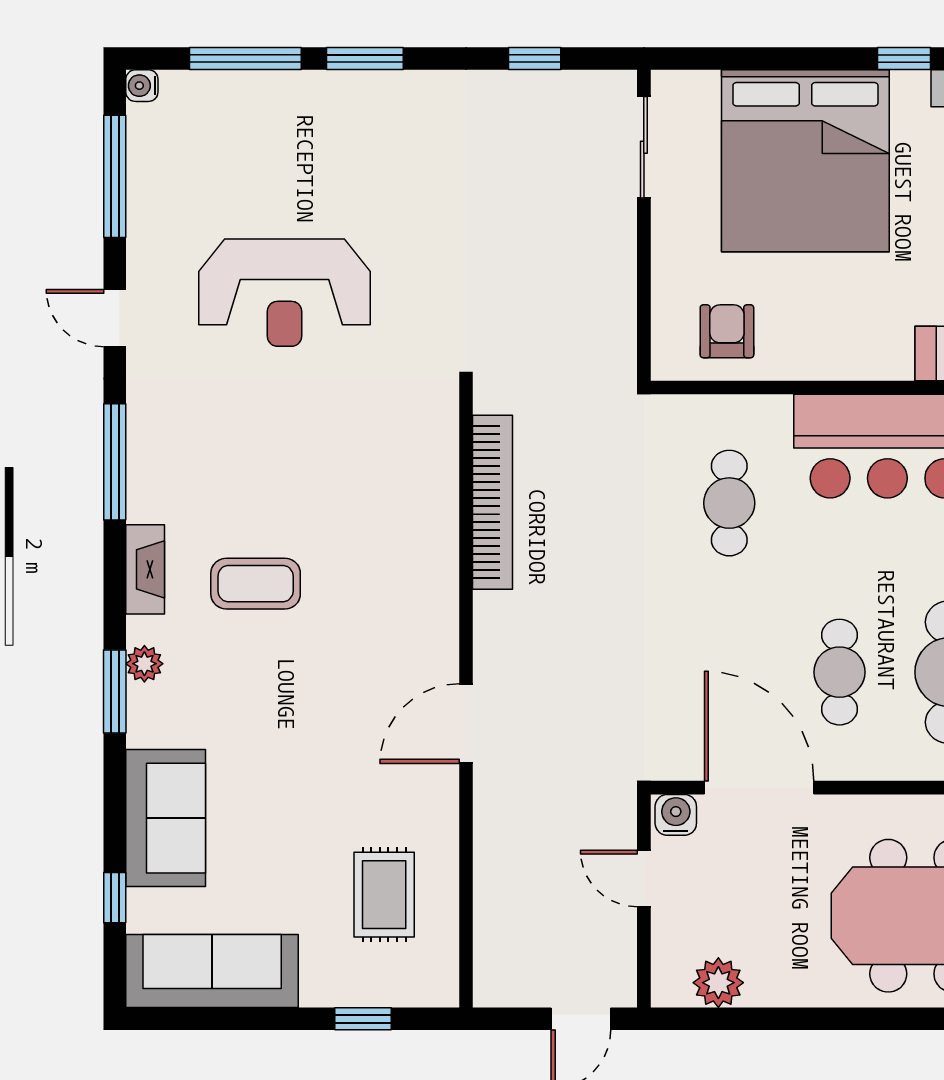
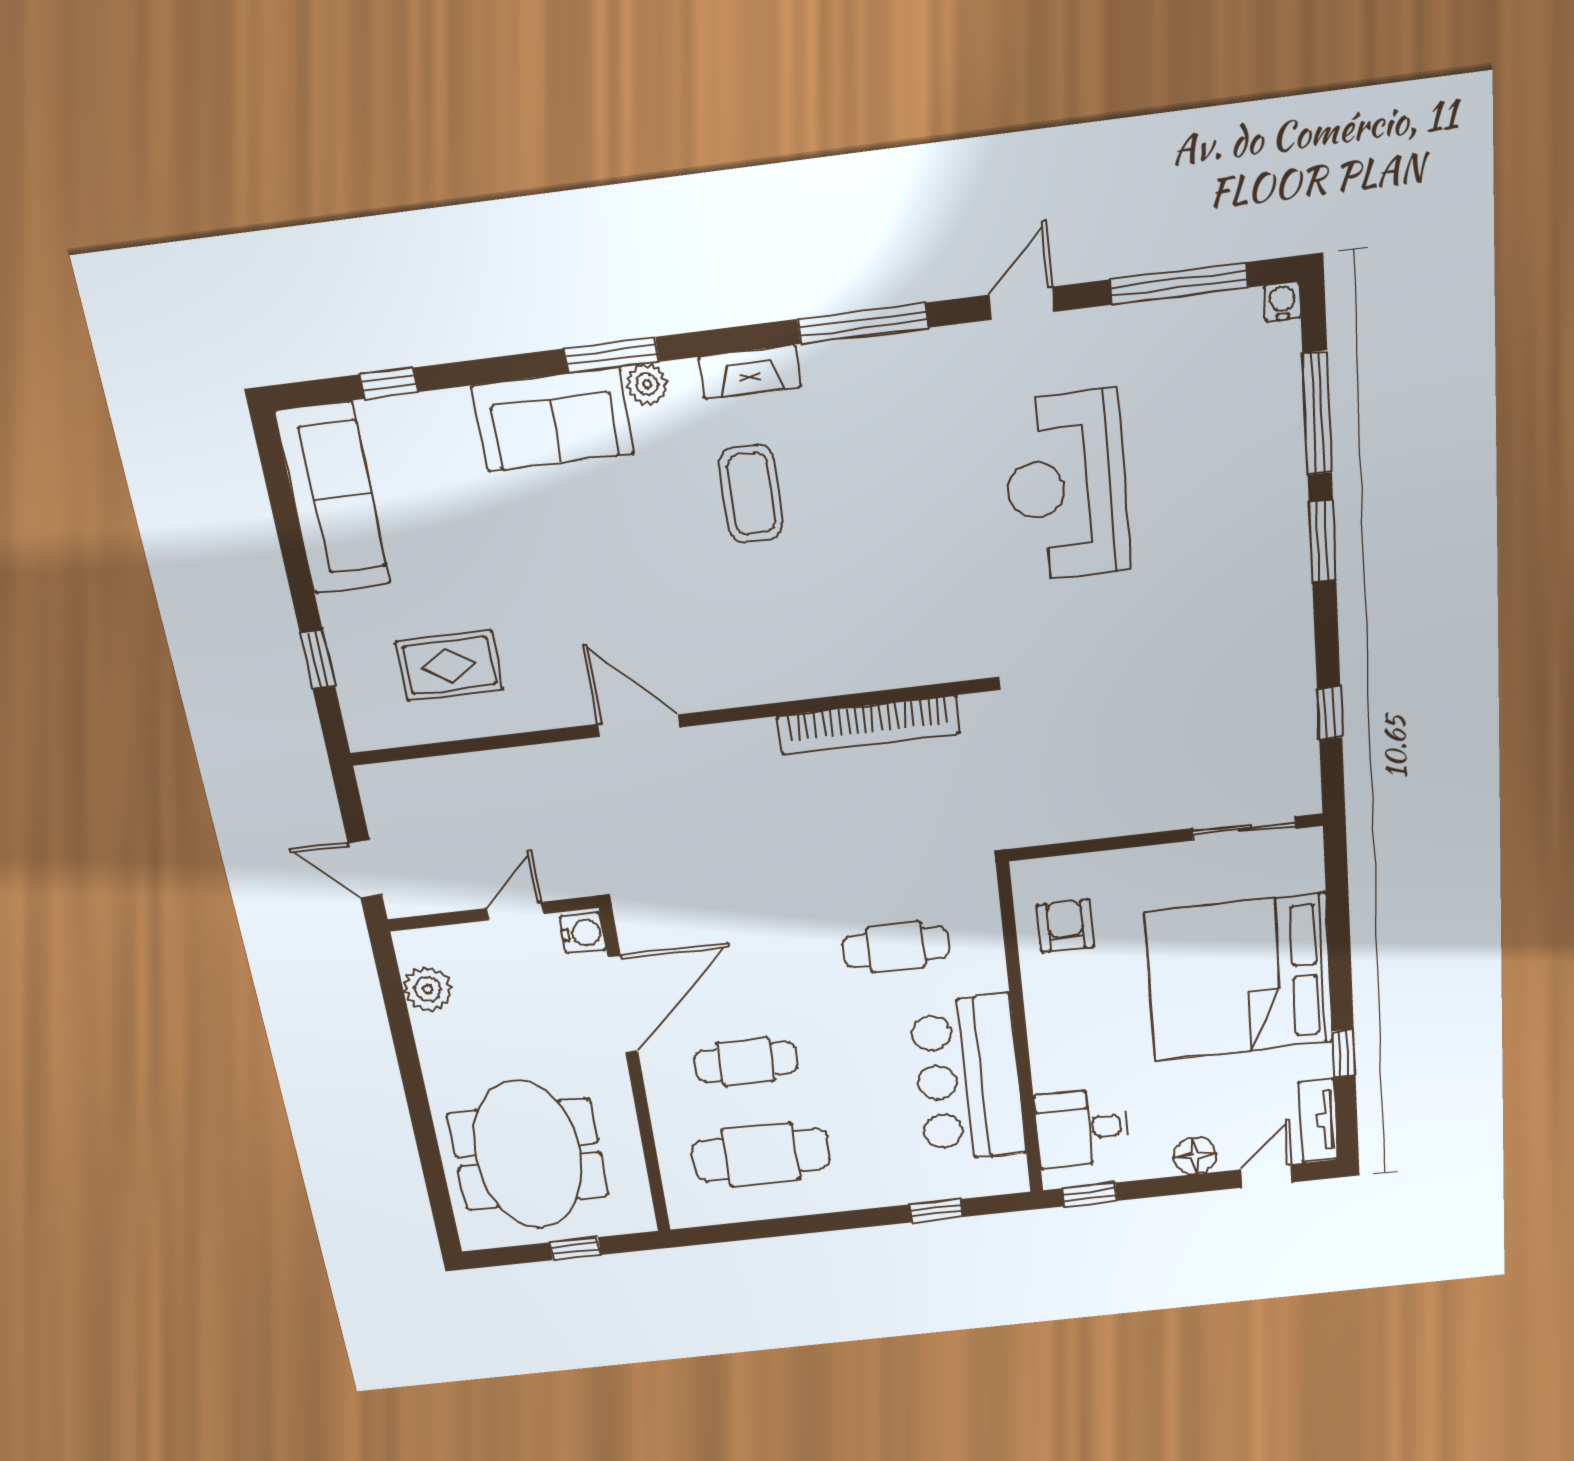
armchair: (727, 331) -> (1065, 926), turned -90
sofa: (166, 818) -> (553, 420), moved

